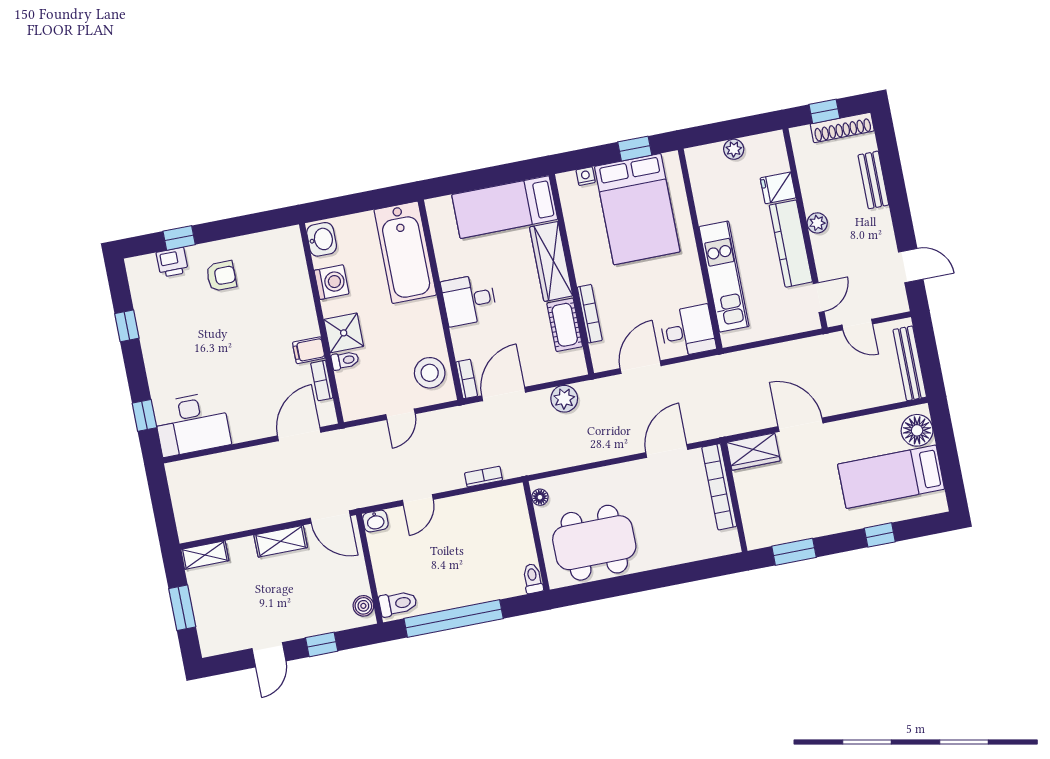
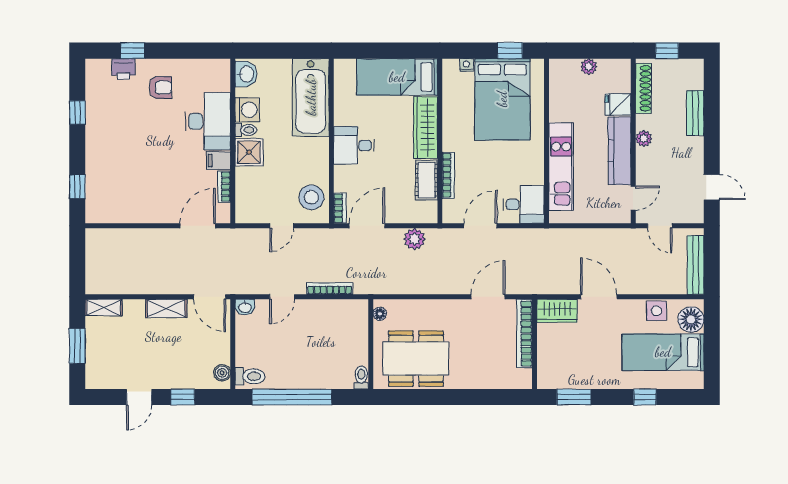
shoe rack: (842, 127) -> (643, 88), moved, turned -90
toilet: (345, 360) -> (246, 130), moved
desk: (192, 424) -> (208, 121), moved, turned -90
side table: (873, 428) -> (656, 311), added
bookcase: (483, 477) -> (330, 289), width x1.56

